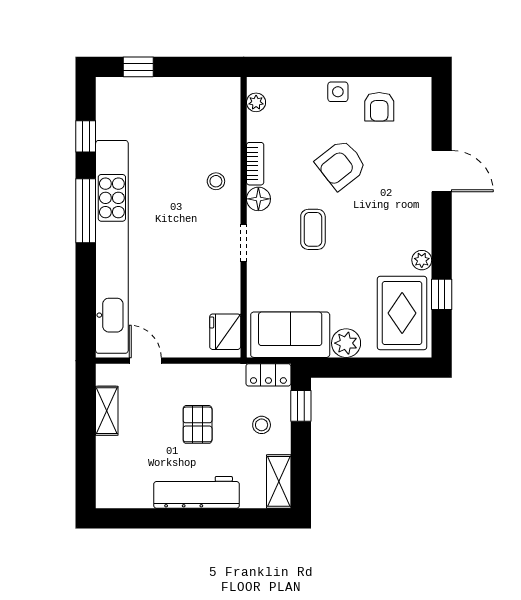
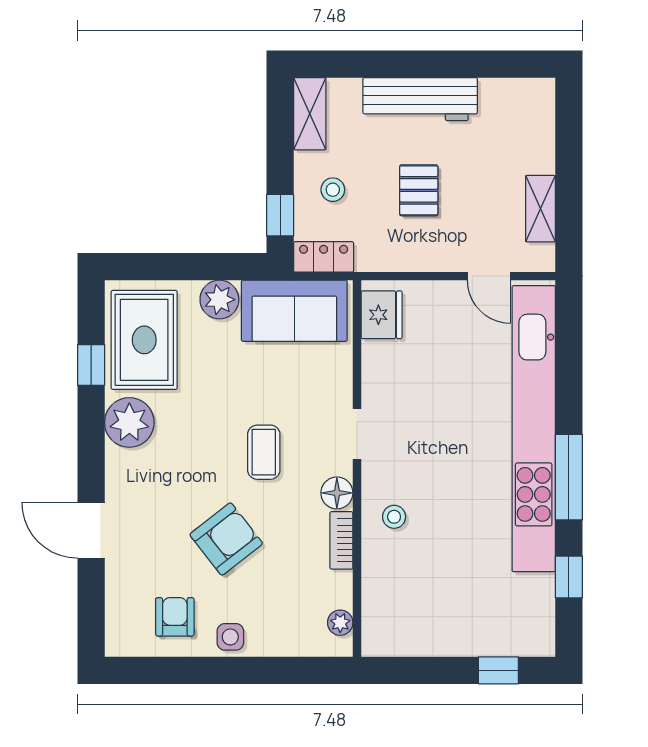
plant: (422, 260) -> (129, 422), width x1.87, depth x1.87

